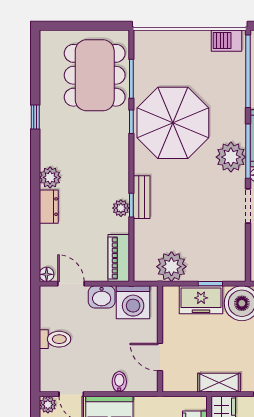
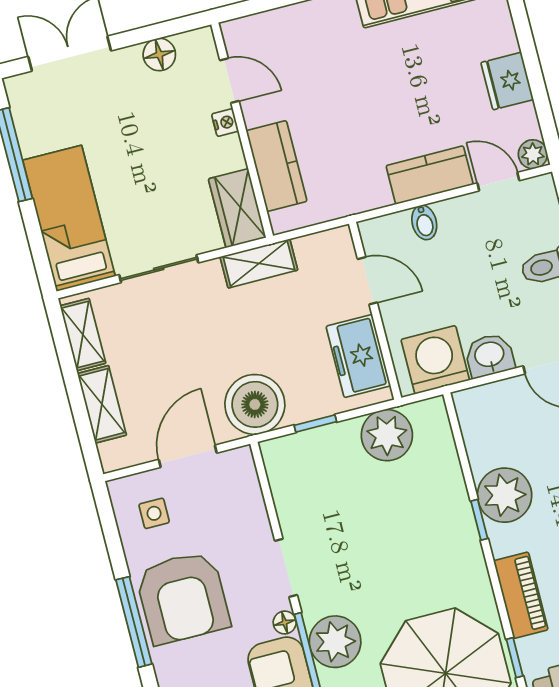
bench: (142, 197) -> (466, 537), removed
plant: (121, 208) -> (505, 495), width x1.87, depth x1.87
piano: (119, 258) -> (521, 595), moved
freezer: (201, 300) -> (358, 356), moved, turned -90

